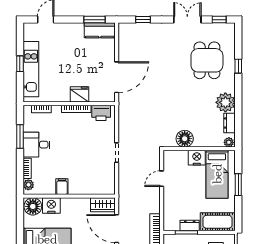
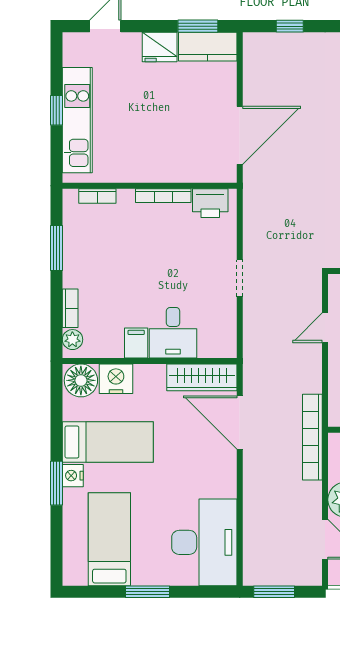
fridge: (79, 94) -> (160, 47), moved, turned 180
desk: (36, 145) -> (173, 333), moved, turned -90
wardrobe: (103, 205) -> (202, 377), width x1.50

